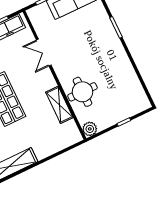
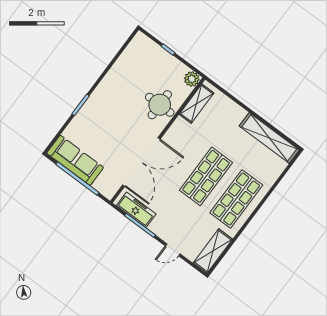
double door: (44, 52) -> (141, 162), width x1.87
shelving: (59, 105) -> (197, 104), moved

